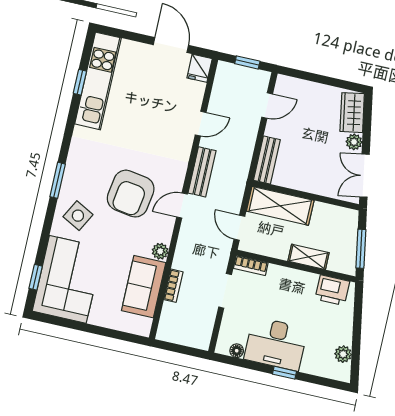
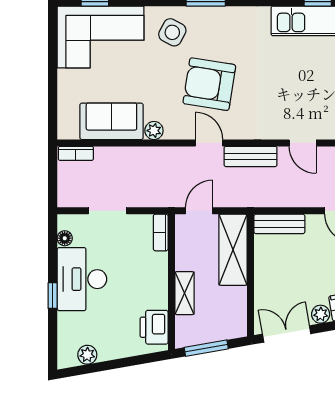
bookcase: (173, 286) -> (76, 153), moved
doorway: (225, 291) -> (108, 211), moved

